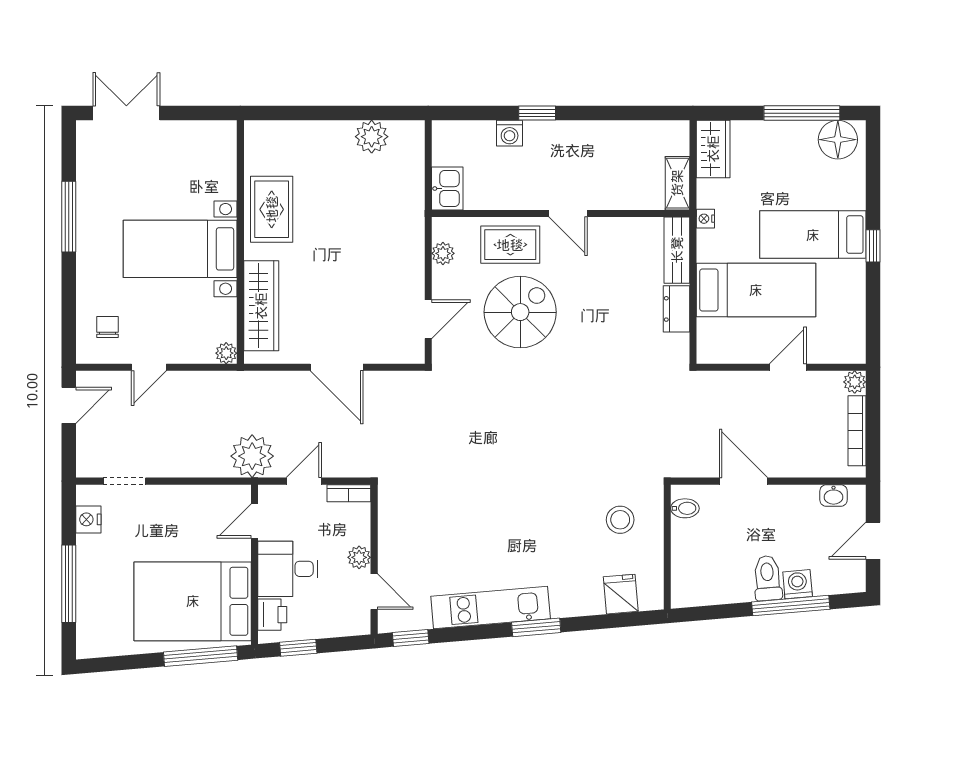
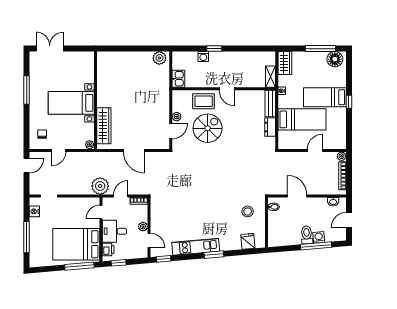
plant: (372, 137) -> (159, 58), moved
rug: (272, 209) -> (108, 87), removed
plant: (443, 253) -> (177, 117), moved

